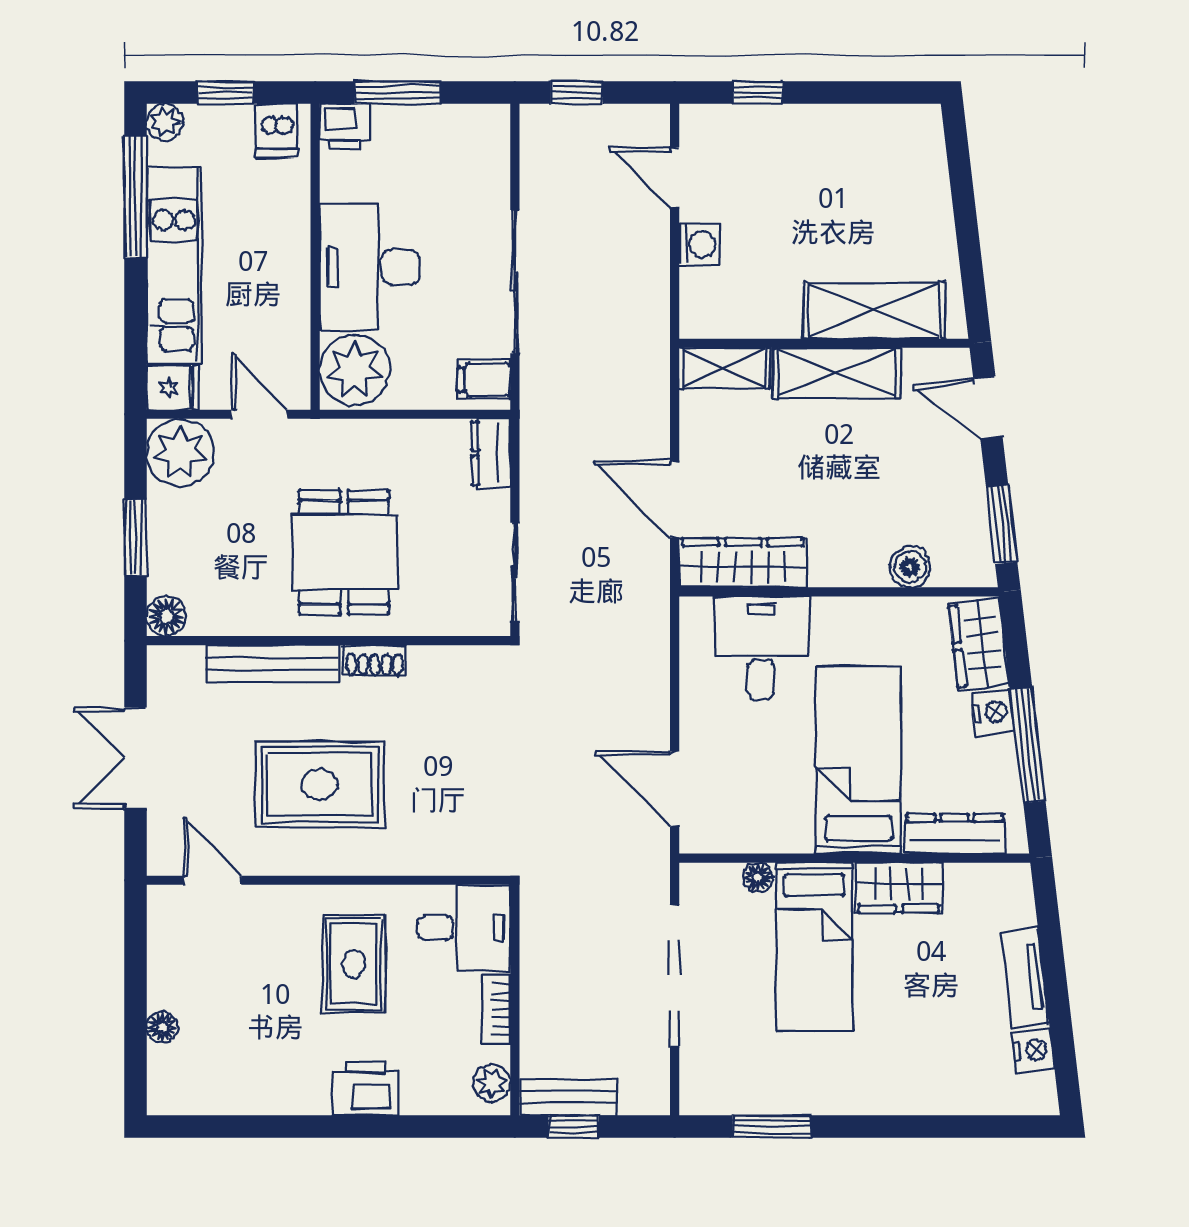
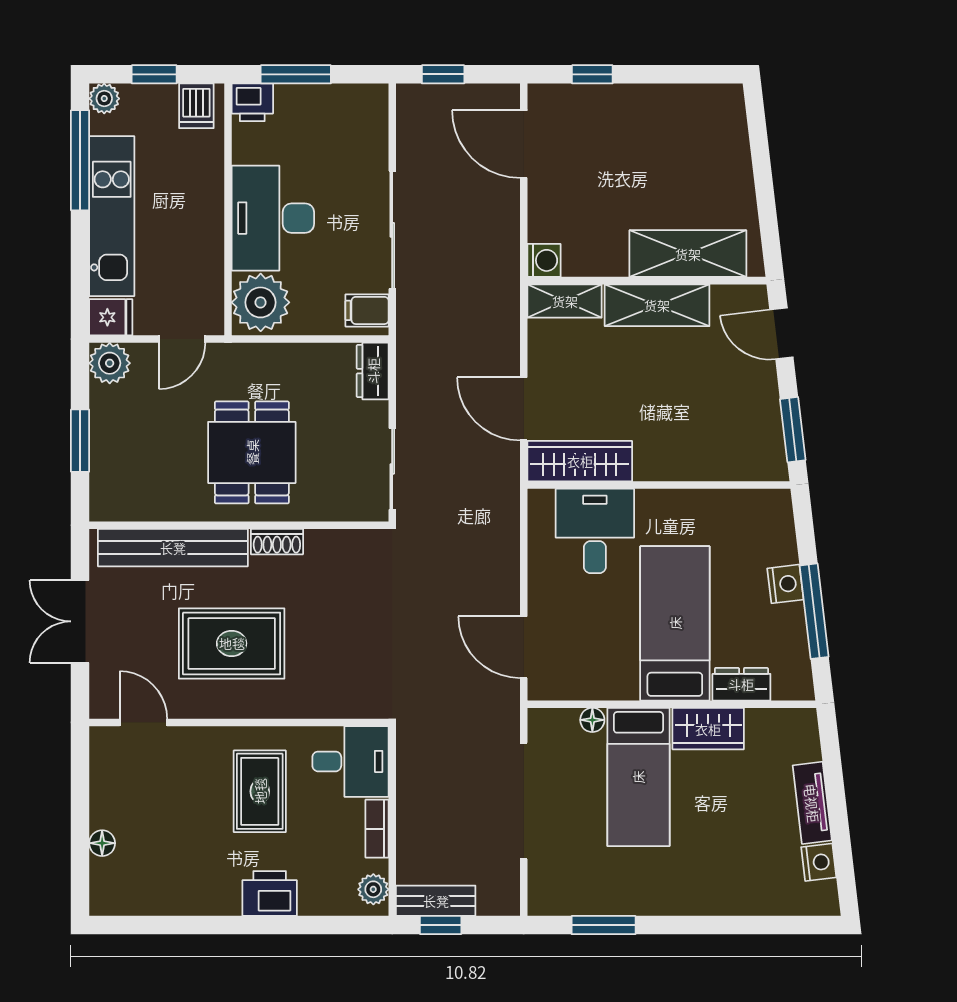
door: (675, 177) -> (524, 144), width x1.38
washing machine: (699, 244) -> (544, 260), moved
door: (259, 414) -> (182, 339), swing flipped
plant: (180, 453) -> (110, 363), width x0.73, depth x0.73
boiler: (910, 567) -> (717, 465), removed
floor lamp: (166, 616) -> (106, 505), removed
wardrobe: (979, 644) -> (774, 528), removed
bench: (273, 664) -> (173, 548), width x1.37, depth x1.21
dresser: (955, 834) -> (741, 684), width x0.70

